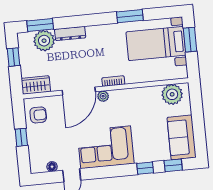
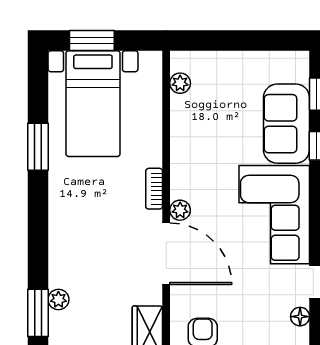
dresser: (70, 34) -> (59, 259), removed
plant: (44, 41) -> (58, 299), width x0.53, depth x0.53
plant: (172, 94) -> (180, 83), width x0.53, depth x0.53
sofa: (182, 137) -> (286, 124), moved, turned 90

